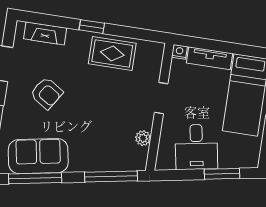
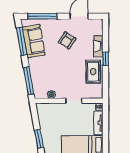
fireplace: (45, 33) -> (98, 46), moved
desk: (196, 147) -> (51, 123), removed

